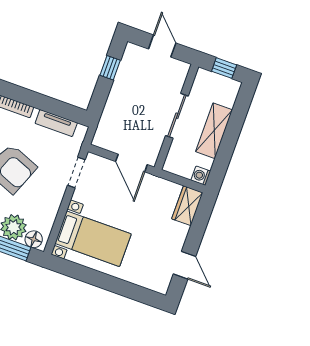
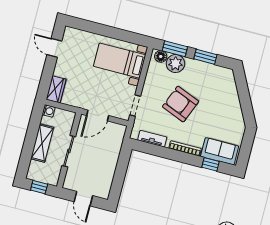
window: (110, 68) -> (118, 180), removed
door: (131, 163) -> (98, 116), swing flipped

